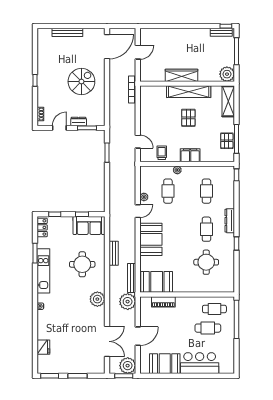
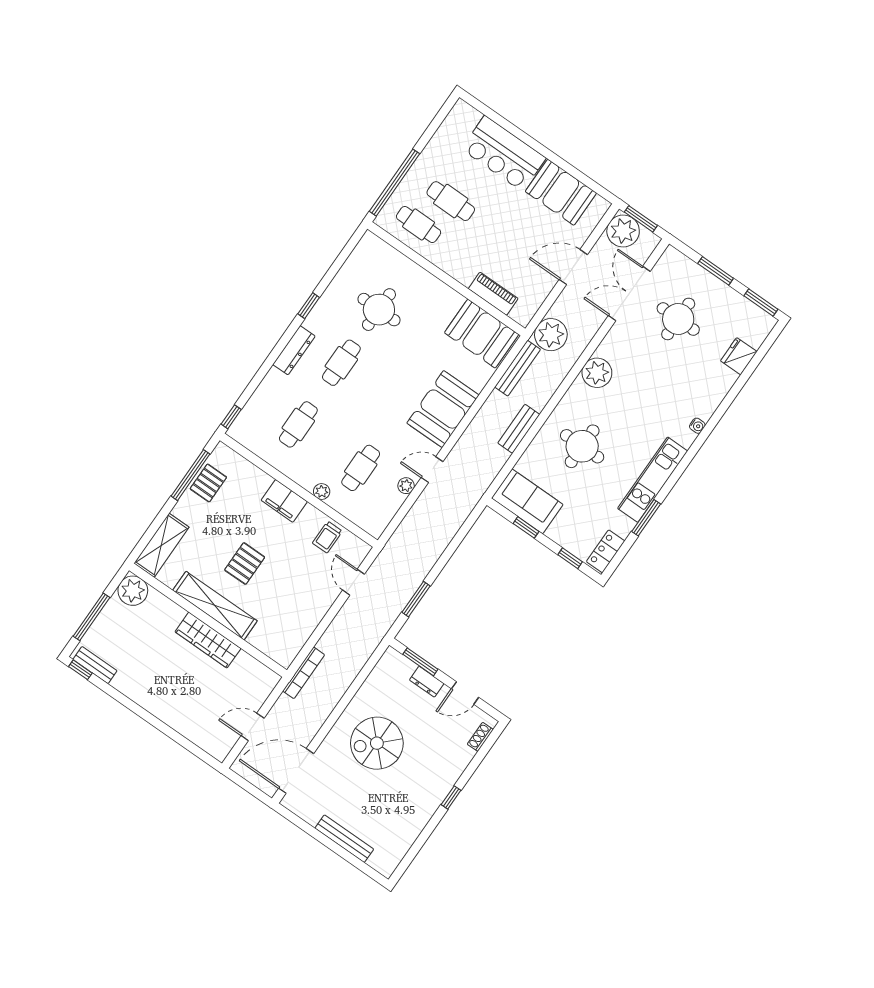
round table: (79, 345) -> (678, 319), added

